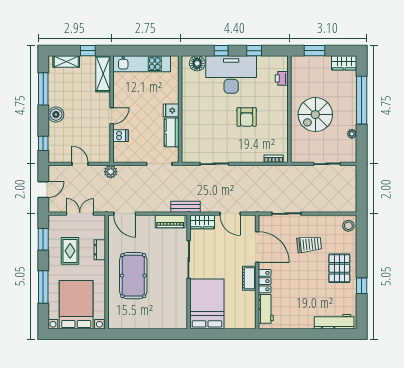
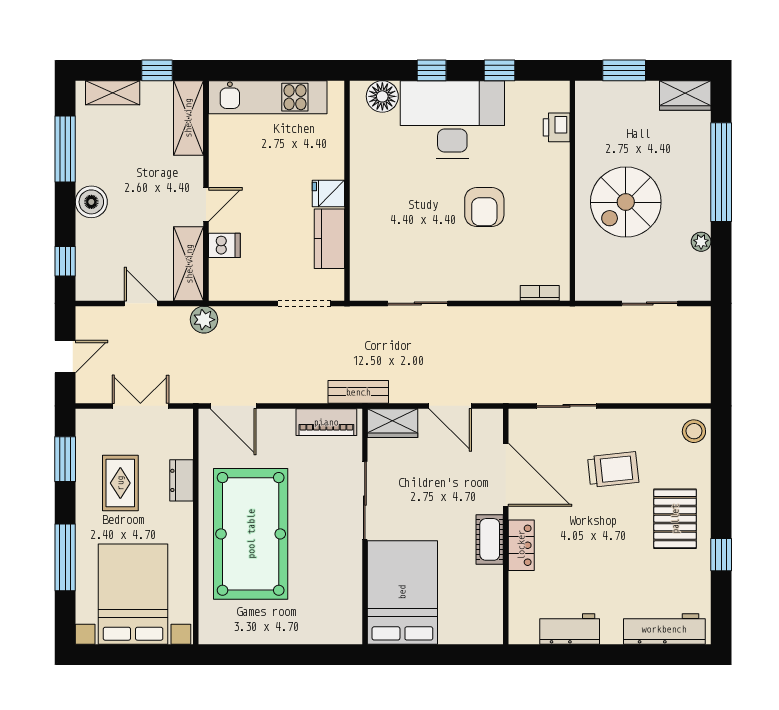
shelving: (103, 145) -> (189, 264), added
pool table: (133, 276) -> (251, 534), width x1.36, depth x1.32
workbench: (266, 309) -> (570, 629), moved, turned -90

